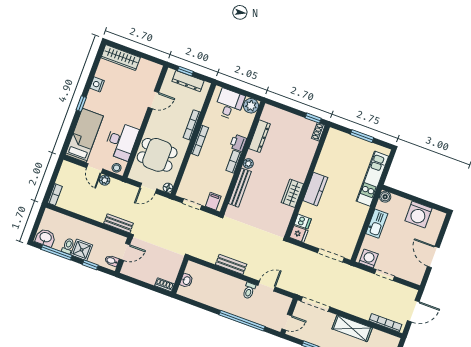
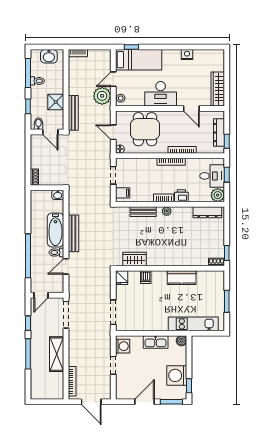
wardrobe: (121, 58) -> (218, 89), moved
window: (185, 71) -> (227, 141), moved
window: (234, 89) -> (227, 175), added
window: (81, 104) -> (131, 47), moved
dresser: (259, 136) -> (207, 212), moved
desk: (121, 141) -> (161, 94), moved
plant: (105, 180) -> (102, 96), width x1.88, depth x1.88
bench: (240, 188) -> (143, 212), width x0.73
kitchen counter: (315, 189) -> (182, 278), moved
wardrobe: (292, 193) -> (134, 259), moved
window: (434, 206) -> (189, 386), added
dishwasher: (303, 222) -> (146, 277), moved
bench: (119, 223) -> (73, 113), width x1.36
window: (443, 230) -> (171, 402), added
washbasin: (45, 238) -> (49, 56), moved, turned 90
shower: (82, 250) -> (56, 102), moved
bench: (231, 264) -> (73, 233), width x1.36
washbasin: (186, 281) -> (58, 195), moved
bathtub: (226, 283) -> (55, 230), added
door: (267, 286) -> (66, 266), swing flipped
door: (287, 322) -> (41, 295), hinge flipped

